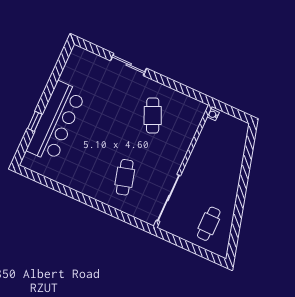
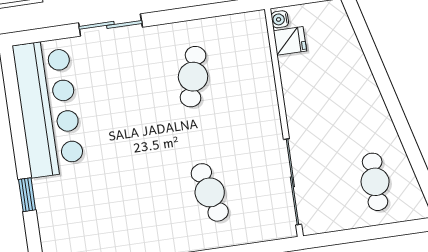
cafe table: (153, 115) -> (193, 77), turned 39
bar counter: (56, 122) -> (49, 108), moved
fridge: (211, 128) -> (290, 41), added

